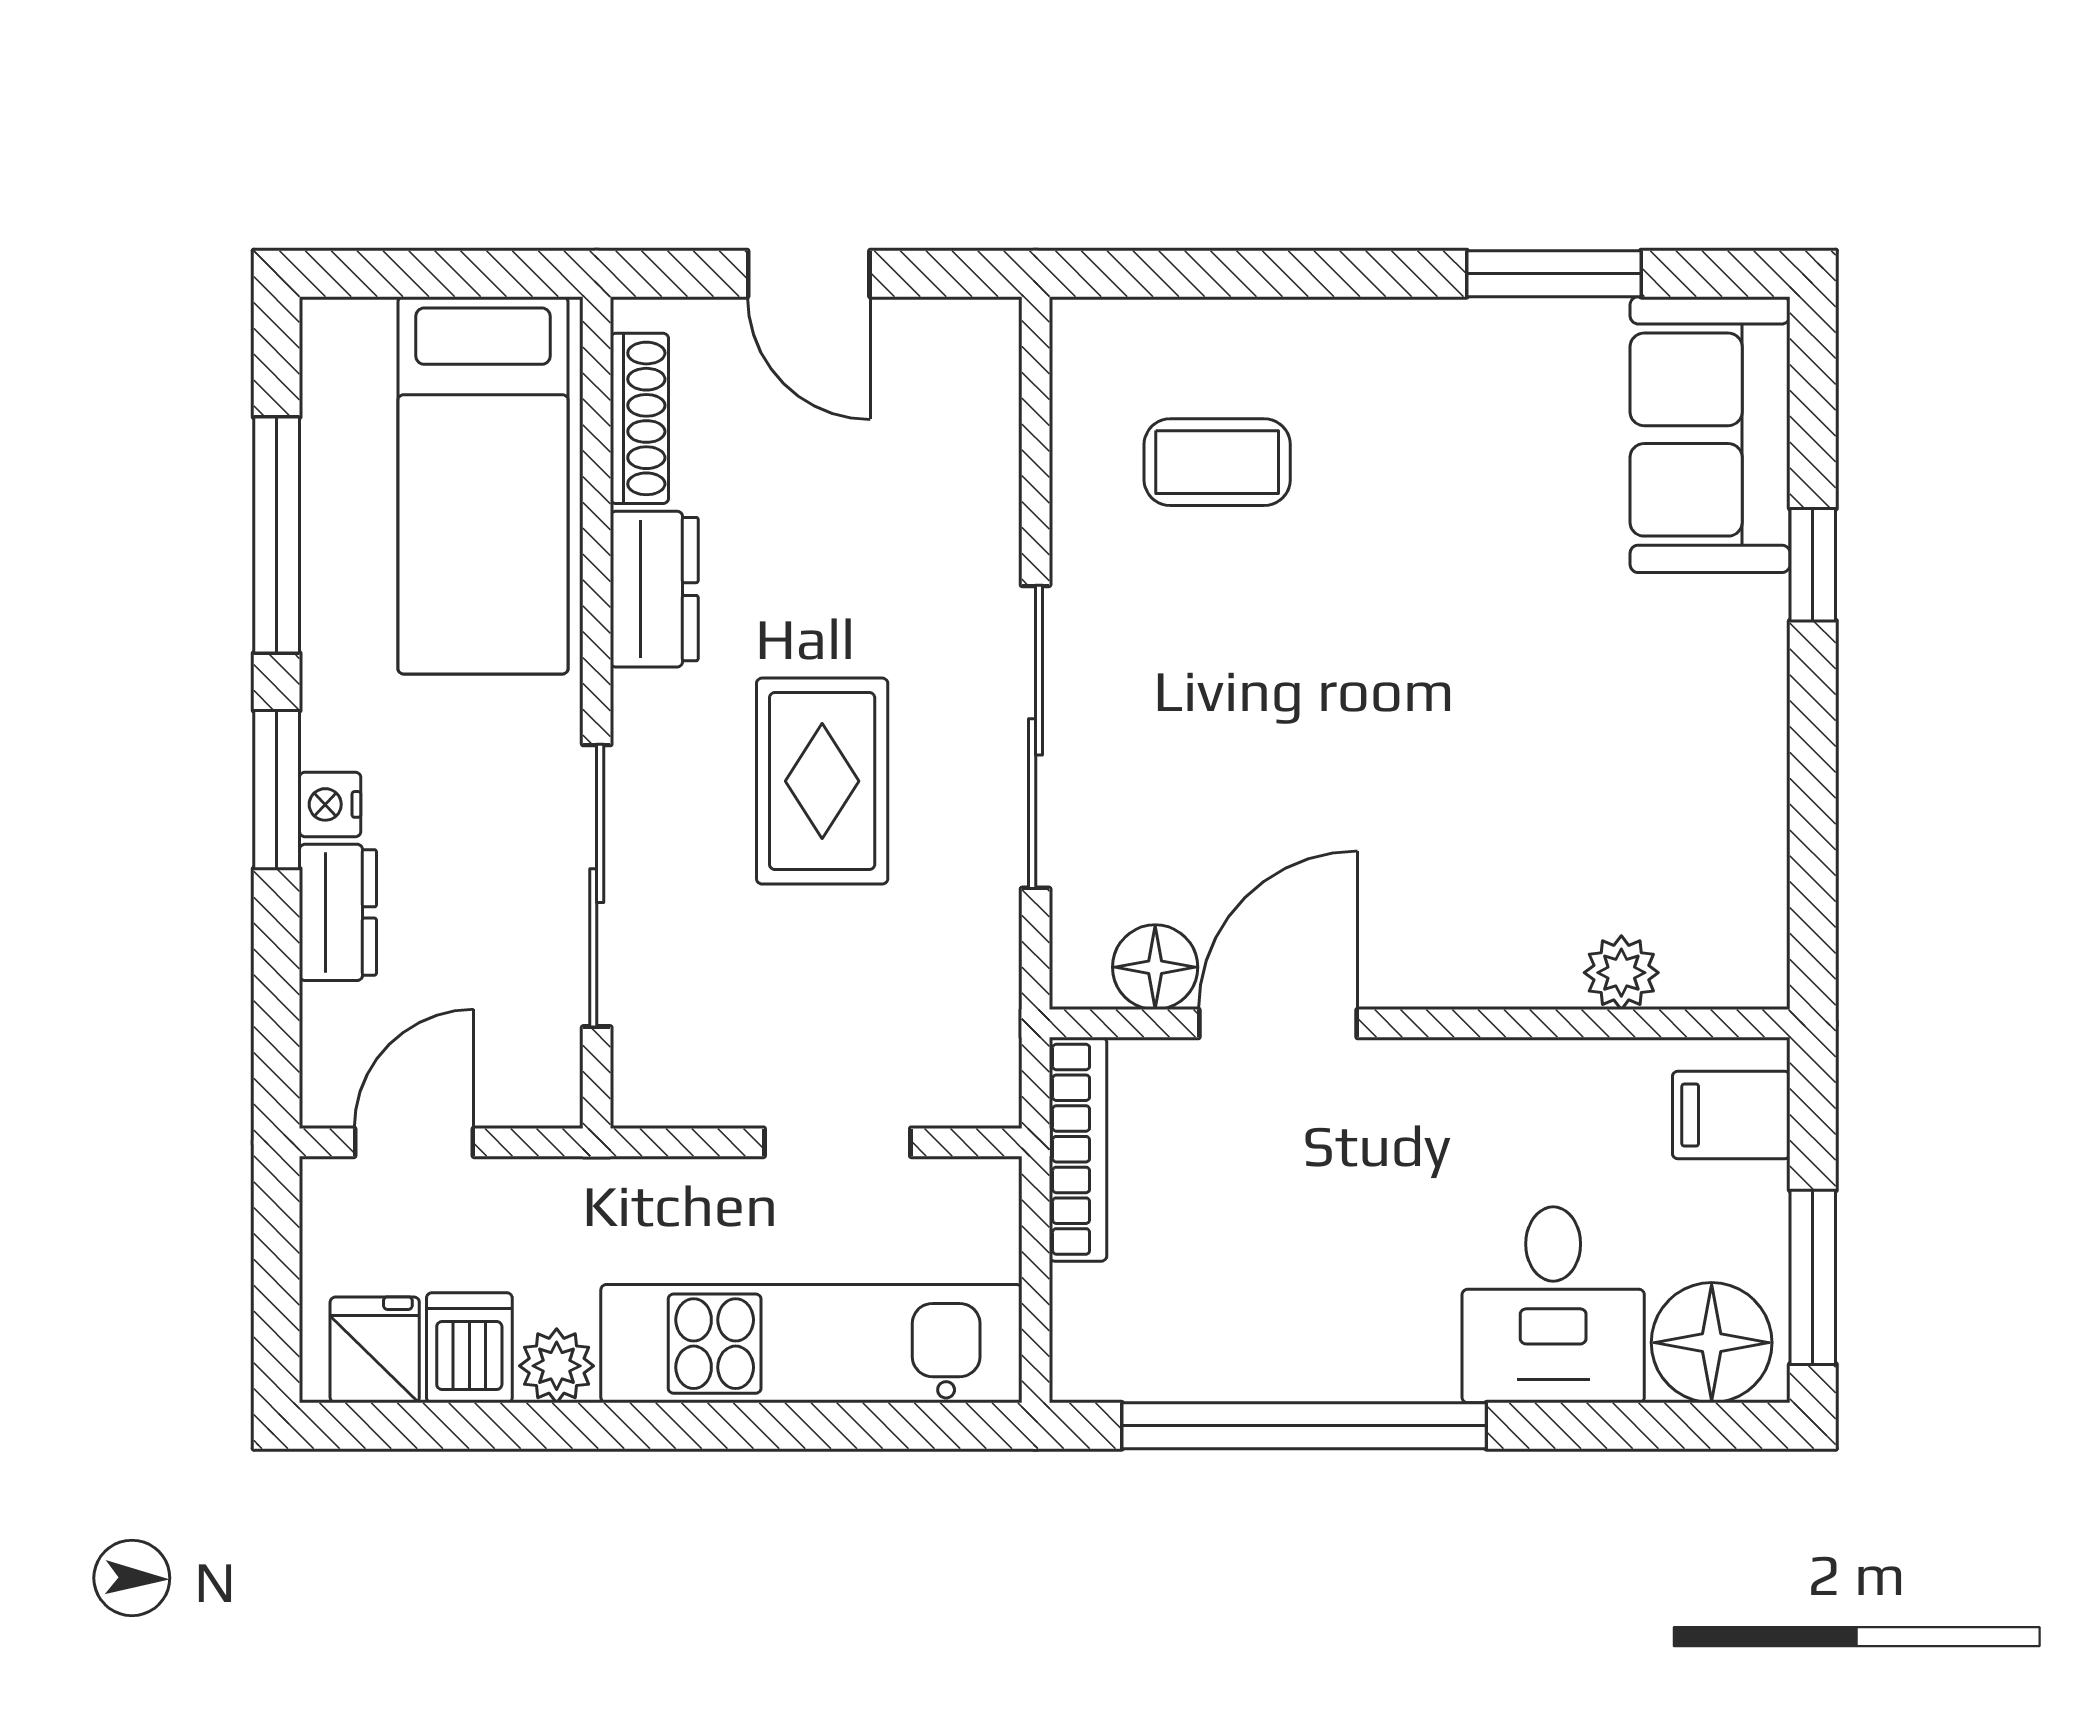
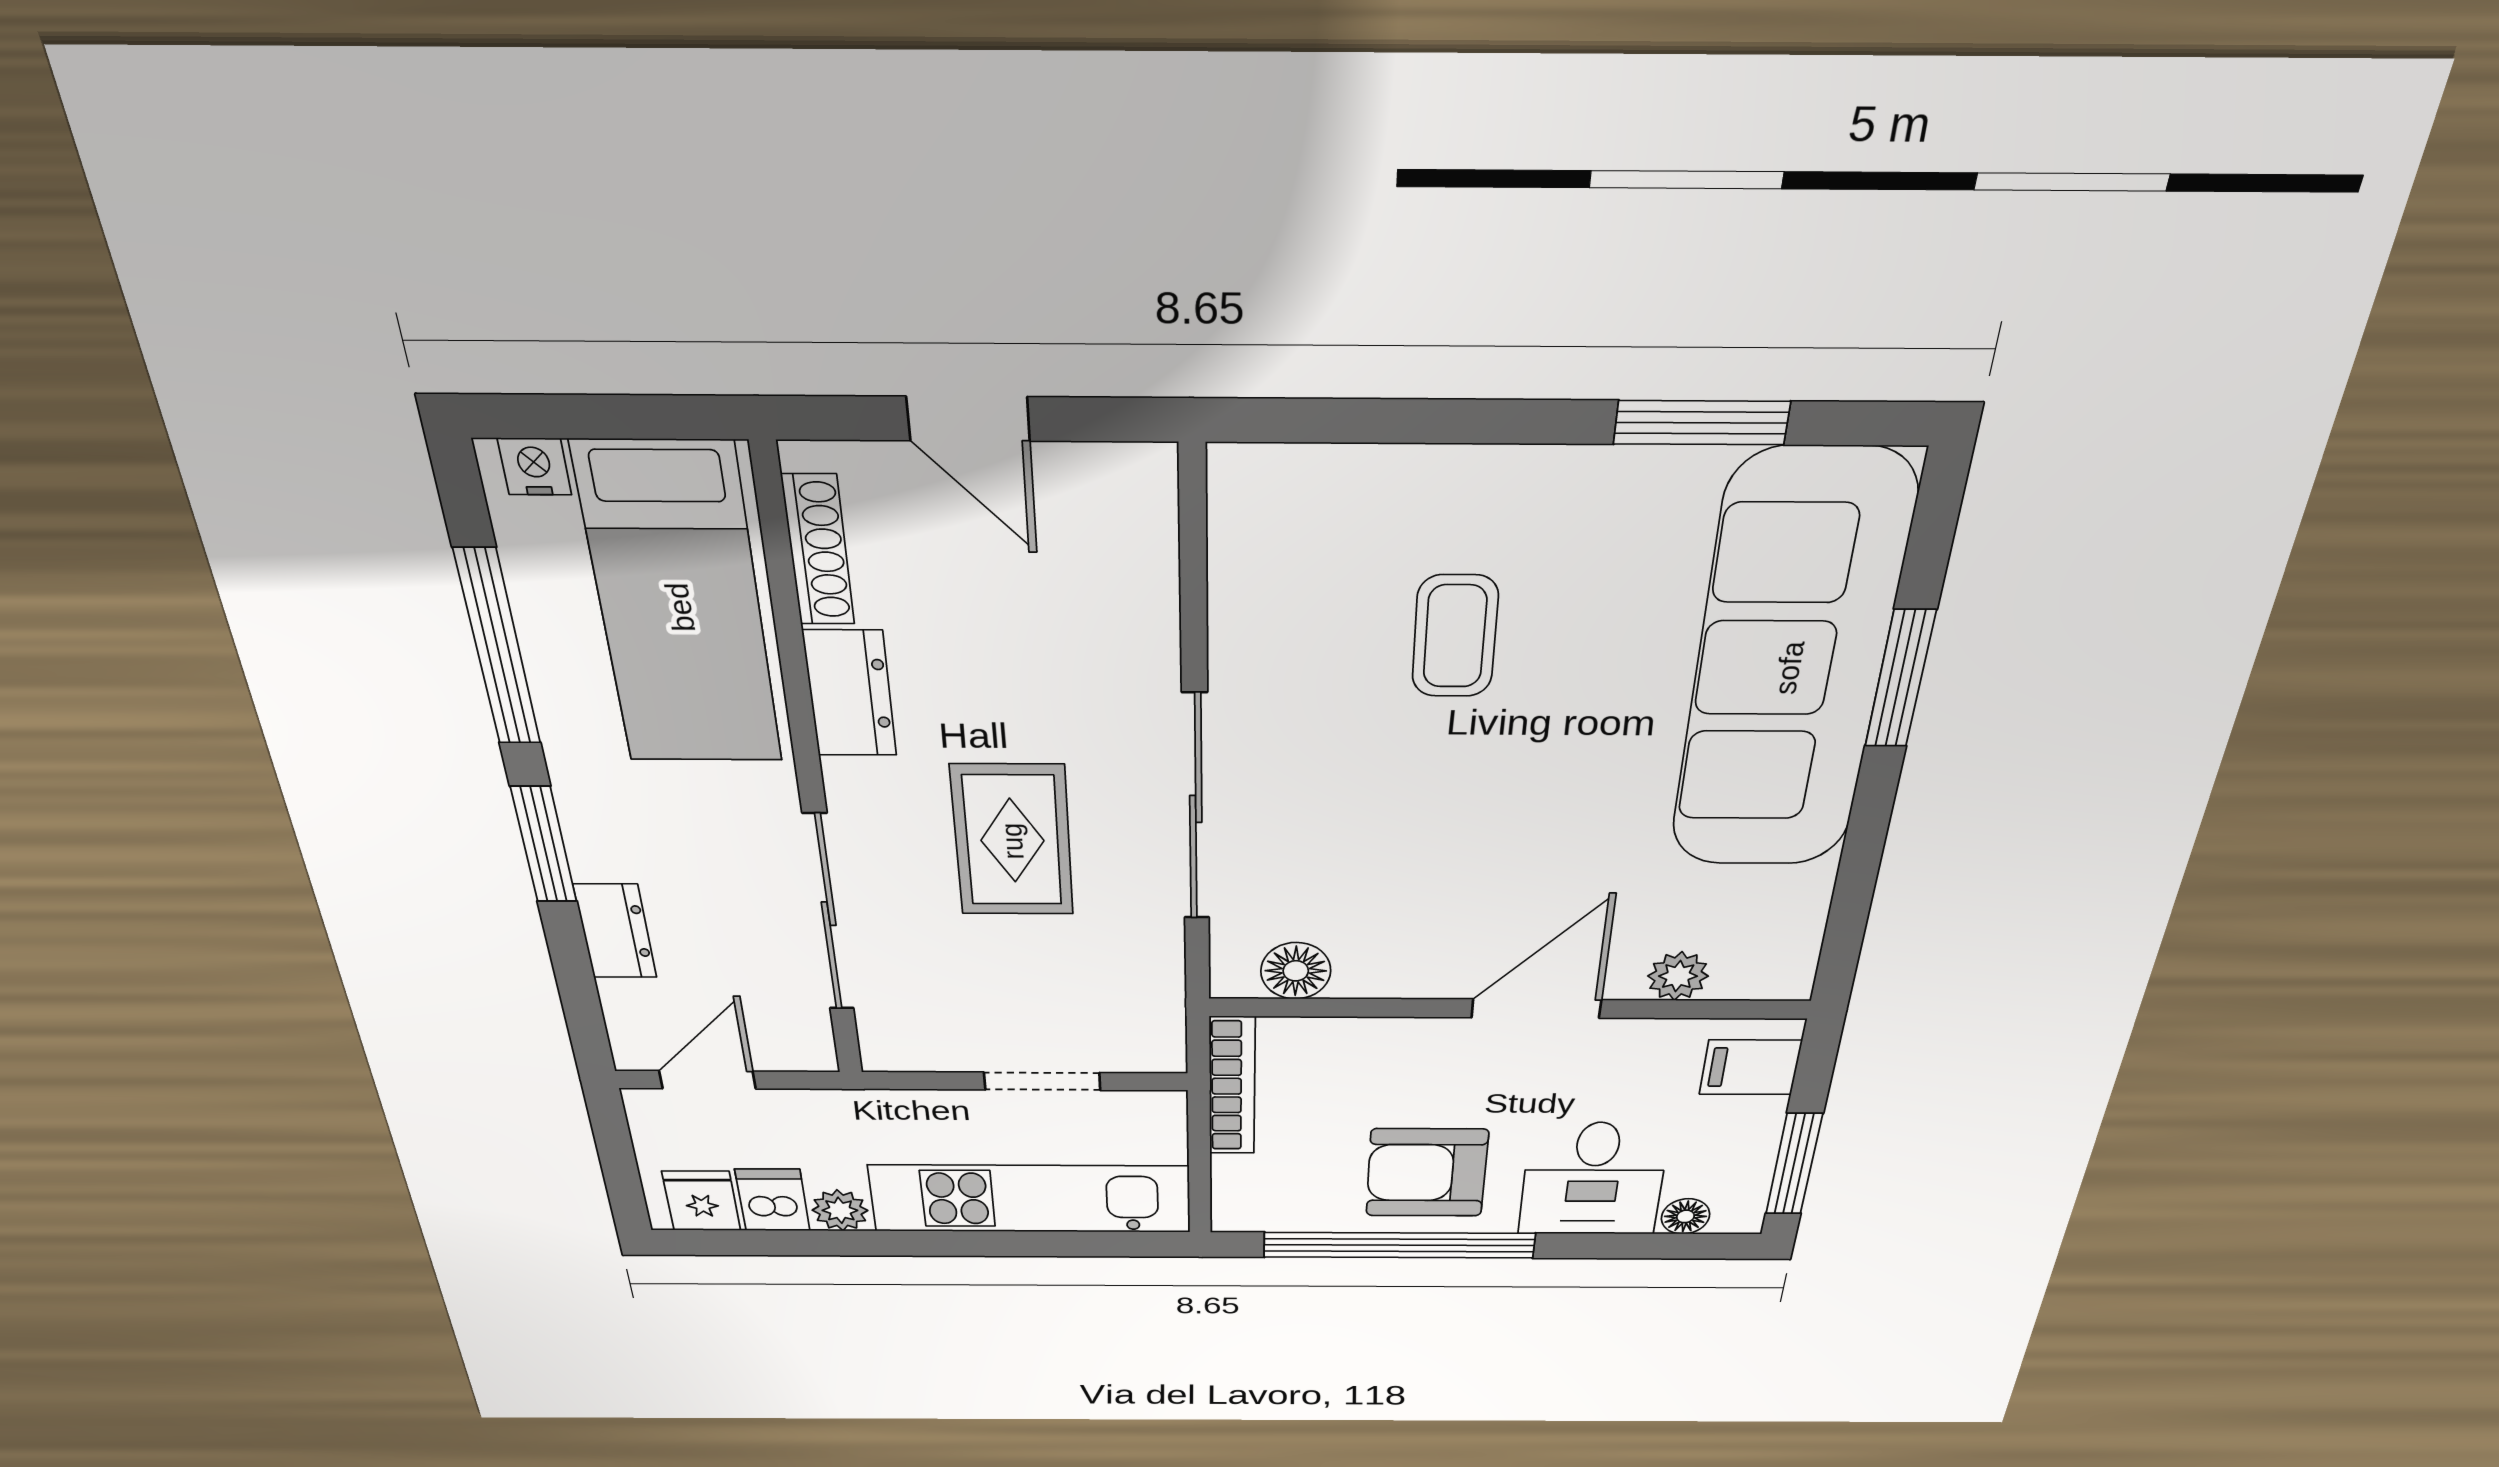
sofa: (1710, 435) -> (1789, 668), width x1.85, depth x1.27
coffee table: (1217, 462) -> (1455, 636), moved, turned 90
window: (1813, 565) -> (1900, 679), width x1.50
nightstand: (330, 804) -> (535, 467), moved, turned 90
door: (1278, 1023) -> (1536, 1009), moved
armchair: (1334, 1295) -> (1427, 1173), added
floor lamp: (1712, 1343) -> (1685, 1216), width x0.53, depth x0.53

